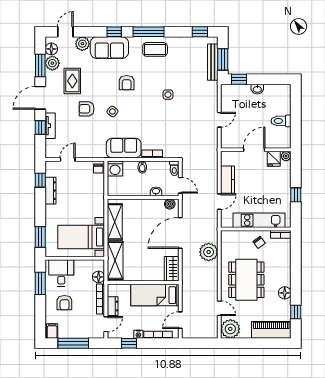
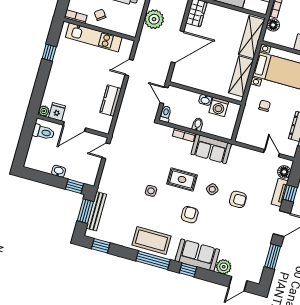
floor lamp: (51, 49) -> (284, 172), moved
coffee table: (155, 49) -> (151, 240), width x1.36, depth x1.32
plant: (52, 63) -> (260, 256), removed
rug: (72, 81) -> (182, 179), moved, turned 90
door: (254, 150) -> (74, 127), moved
wall: (256, 150) -> (73, 126), moved
plant: (286, 156) -> (44, 111), moved
fridge: (274, 159) -> (57, 112), moved
door: (68, 160) -> (272, 153), swing flipped
chair: (98, 169) -> (265, 106), moved
washing machine: (115, 169) -> (219, 107), moved, turned 180
kitchen counter: (228, 180) -> (111, 101), moved
washbasin: (156, 191) -> (205, 100), moved
boiler: (170, 204) -> (180, 79), removed

